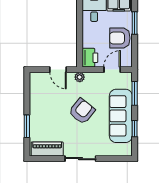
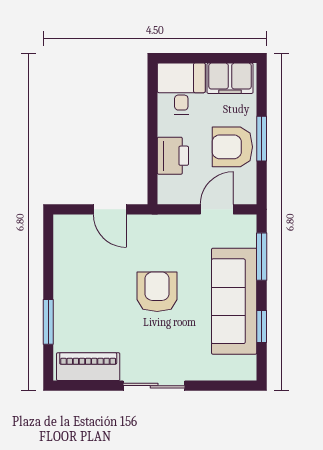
window: (135, 23) -> (262, 139), moved
printer: (90, 58) -> (173, 156), moved
plant: (80, 77) -> (152, 224), removed
armchair: (82, 111) -> (157, 292), turned -39

